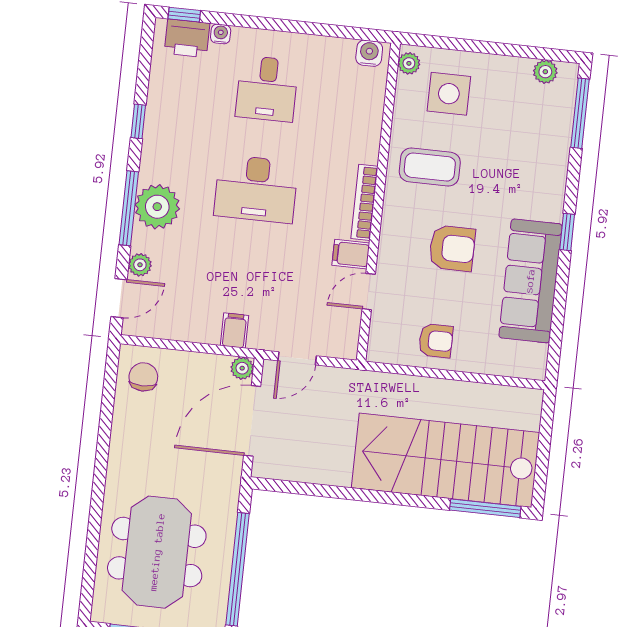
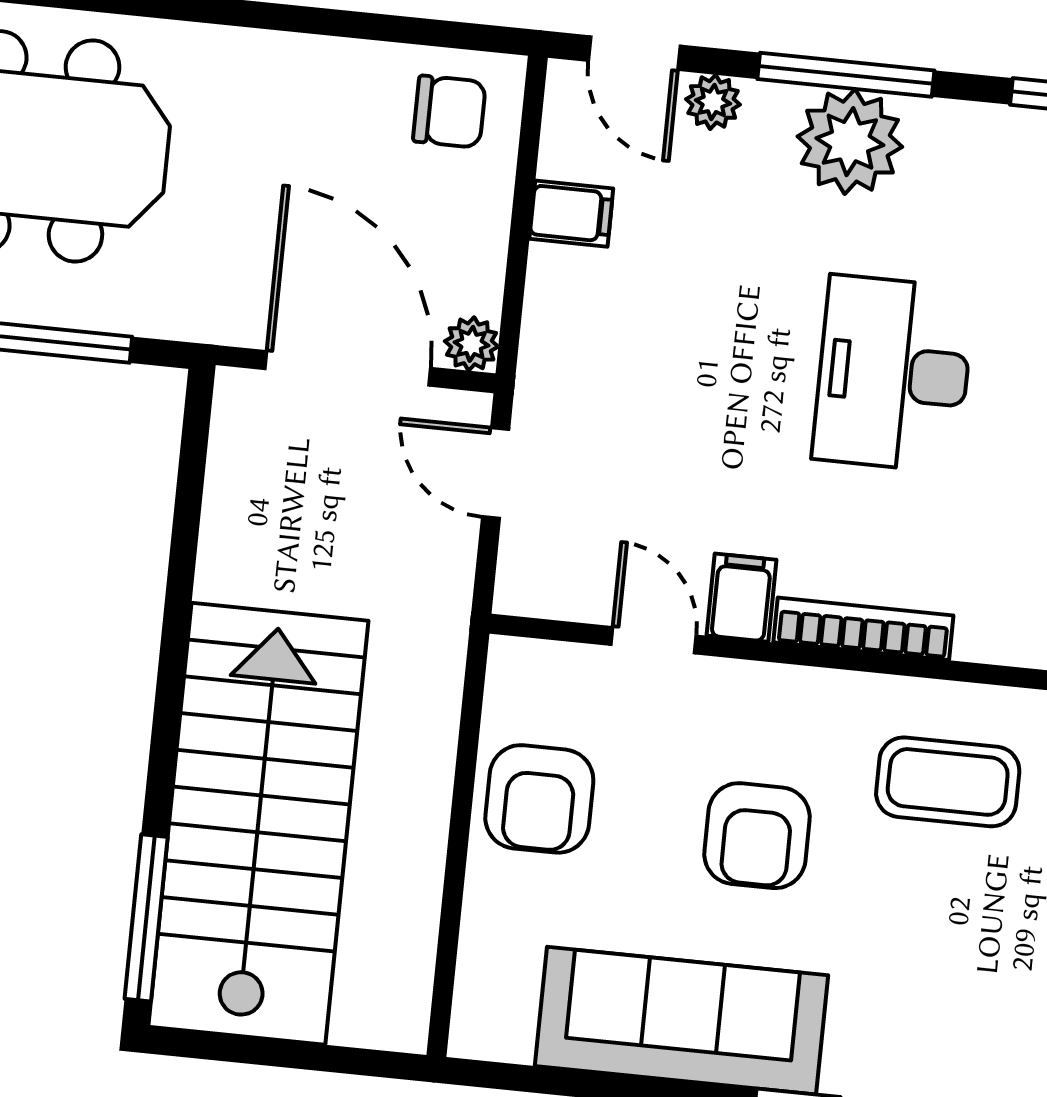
coffee table: (430, 167) -> (948, 782), turned 90
filing cabinet: (235, 331) -> (571, 214), moved
armchair: (436, 341) -> (539, 799), width x1.38, depth x1.38

